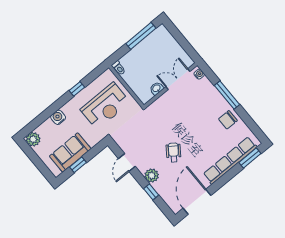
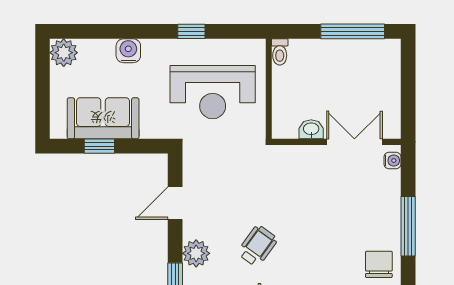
chair: (228, 120) -> (379, 264), turned 90

